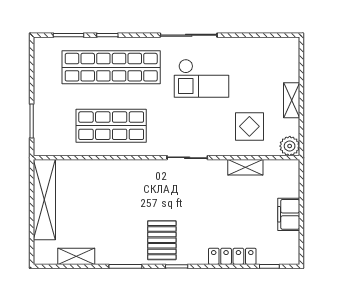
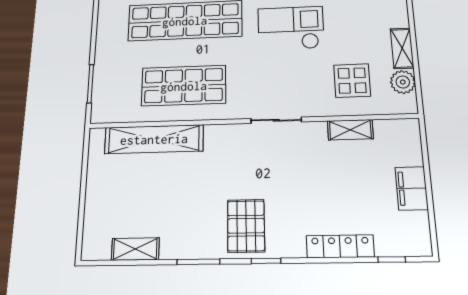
checkout: (201, 78) -> (291, 28), turned 180
plant: (290, 146) -> (403, 82), moved
shelving: (44, 200) -> (154, 139), moved, turned 90

